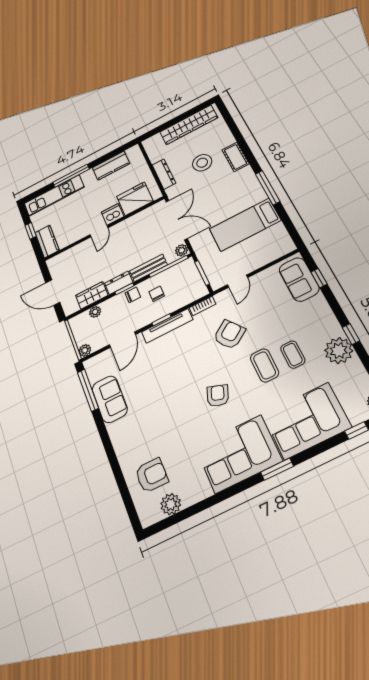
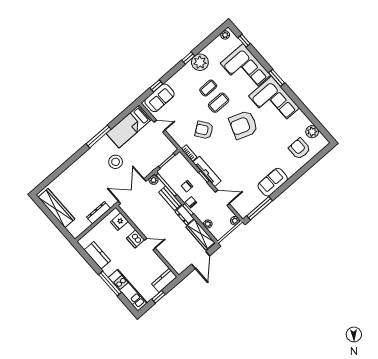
cot: (236, 157) -> (78, 166), removed
stool: (202, 163) -> (116, 162), moved
fridge: (135, 199) -> (119, 222), width x0.53, depth x0.75
bed: (245, 225) -> (129, 126), moved, turned 90
door: (238, 281) -> (160, 126), moved
wardrobe: (92, 295) -> (200, 235), width x1.50
armchair: (218, 396) -> (243, 125), width x1.88, depth x1.88
sofa: (110, 399) -> (273, 182), moved

